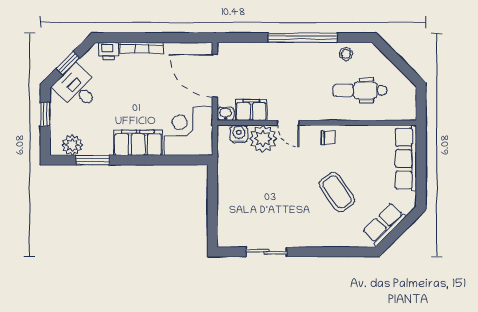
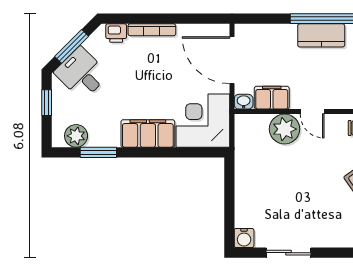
kitchen counter: (296, 53) -> (321, 35), added
window: (68, 63) -> (72, 46), width x1.50
water cooler: (239, 134) -> (244, 238), moved, turned 180

